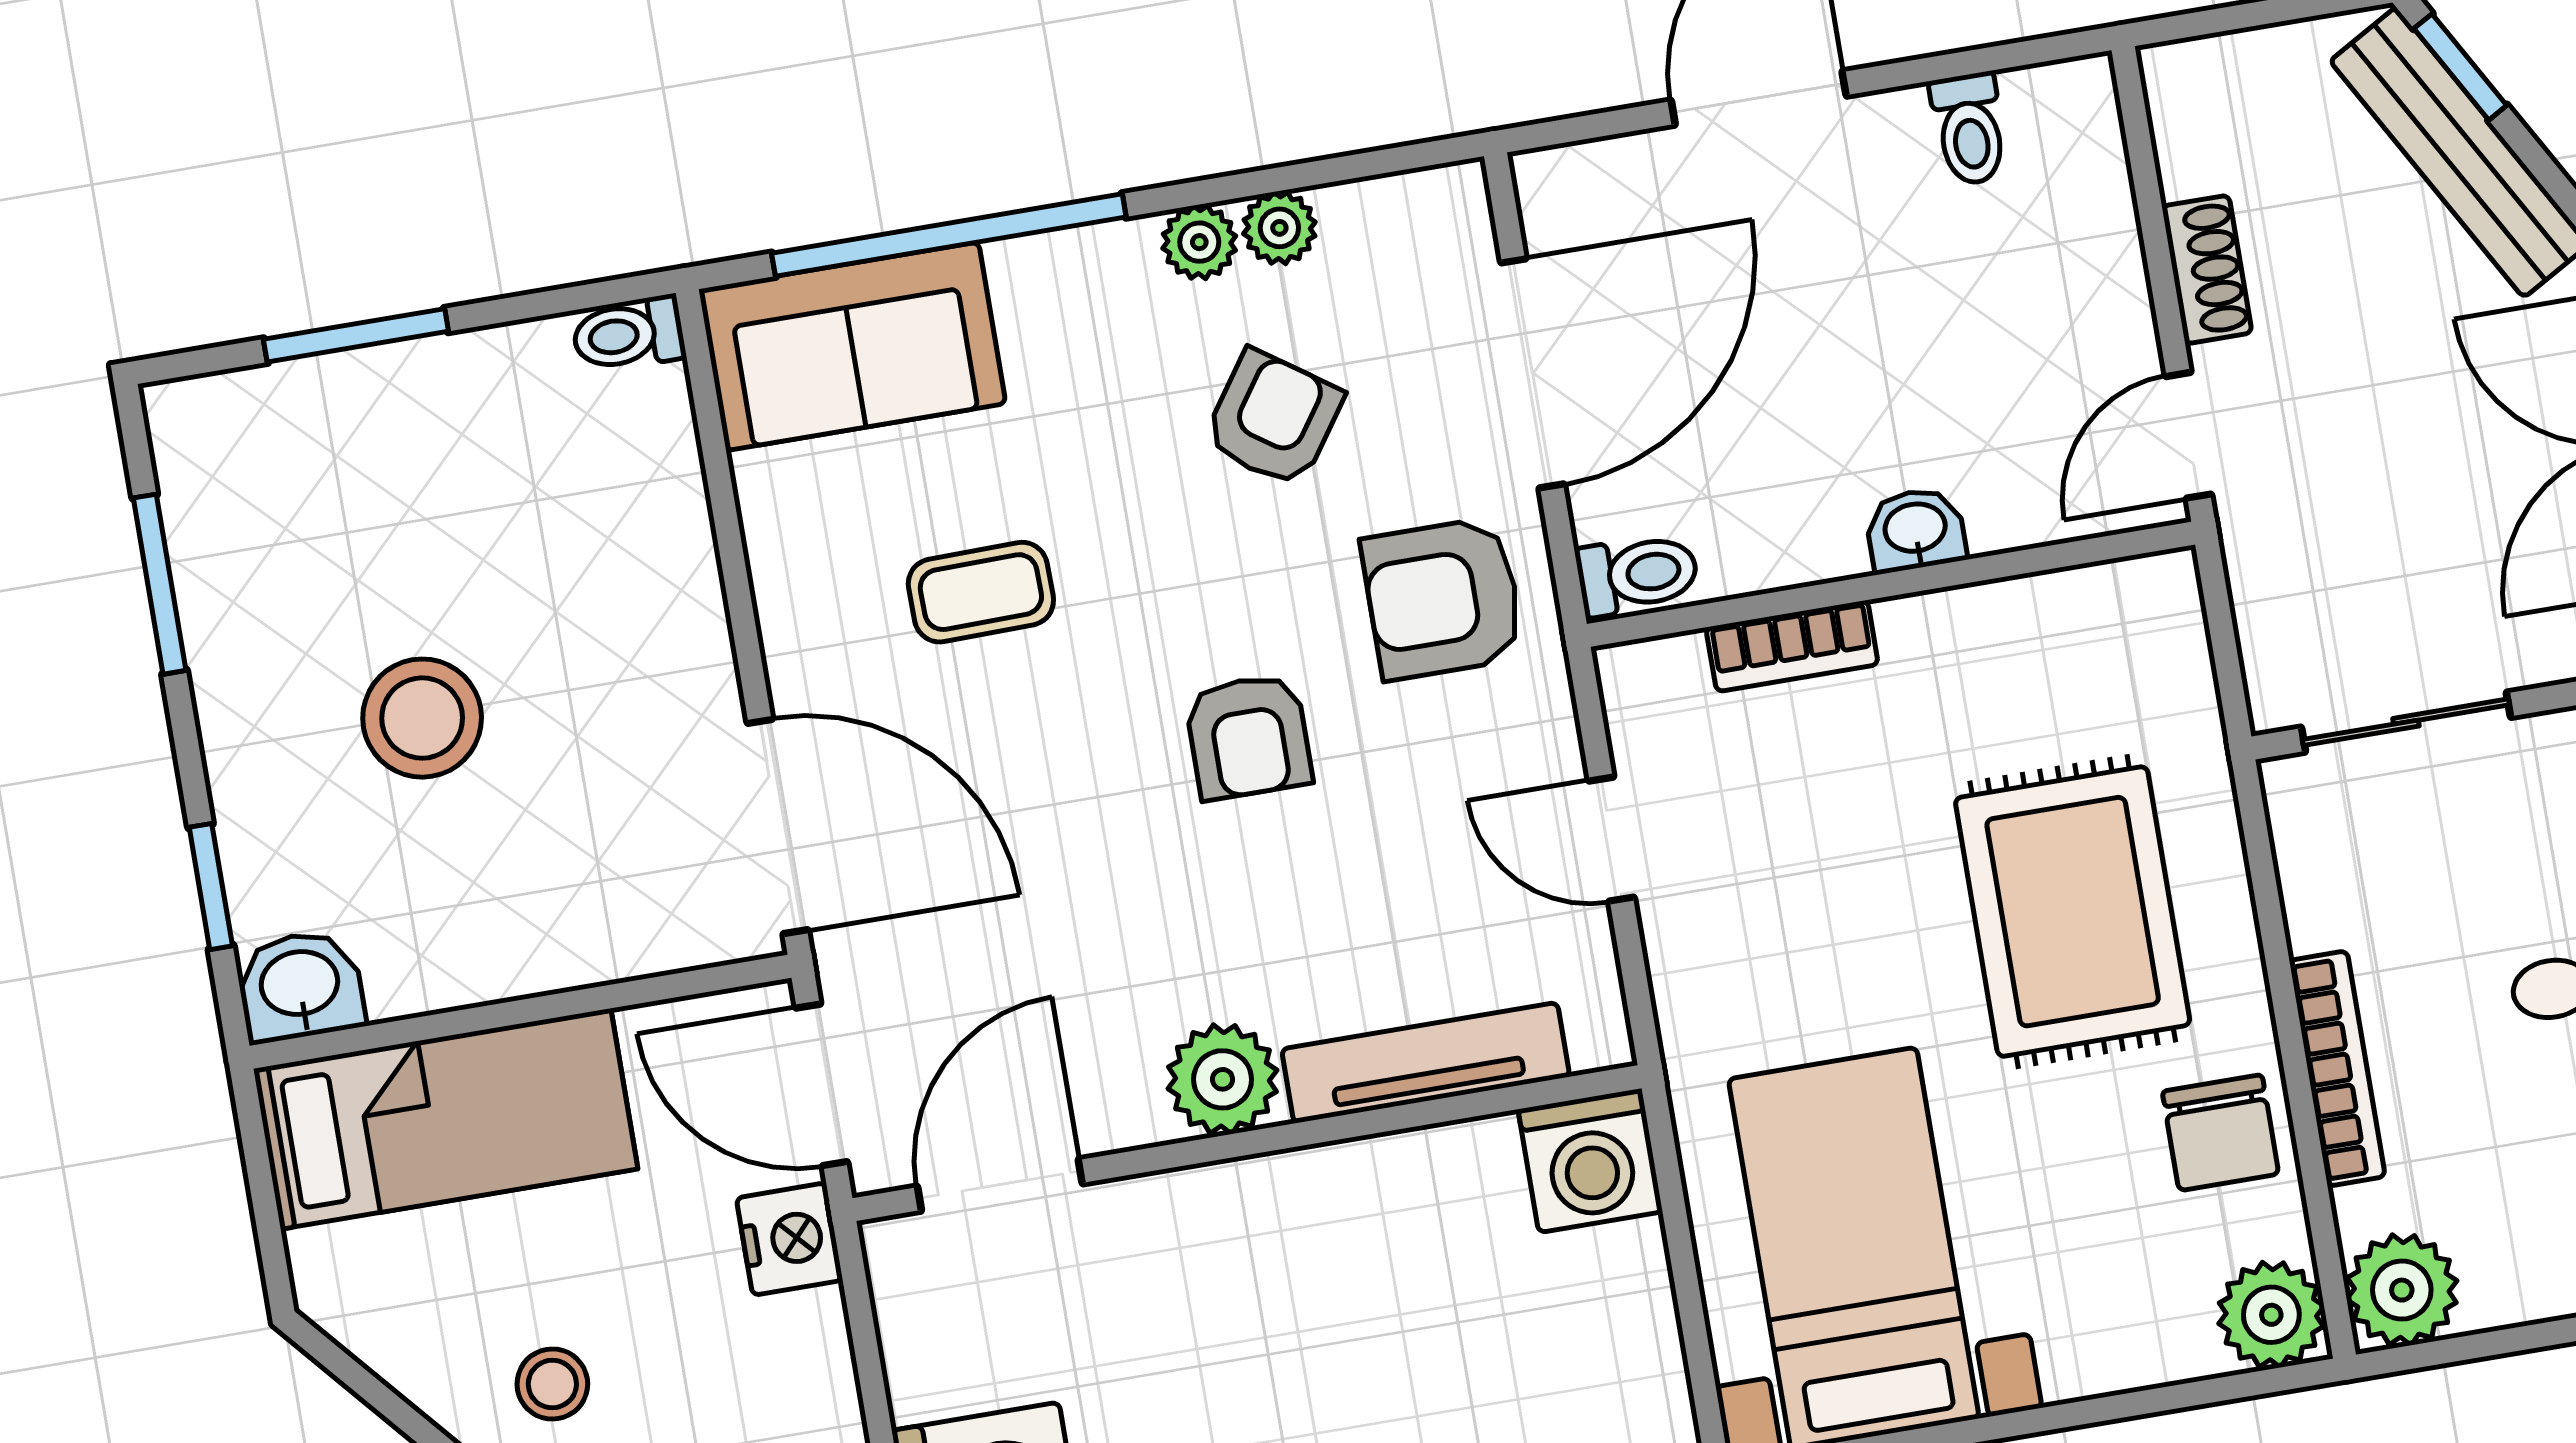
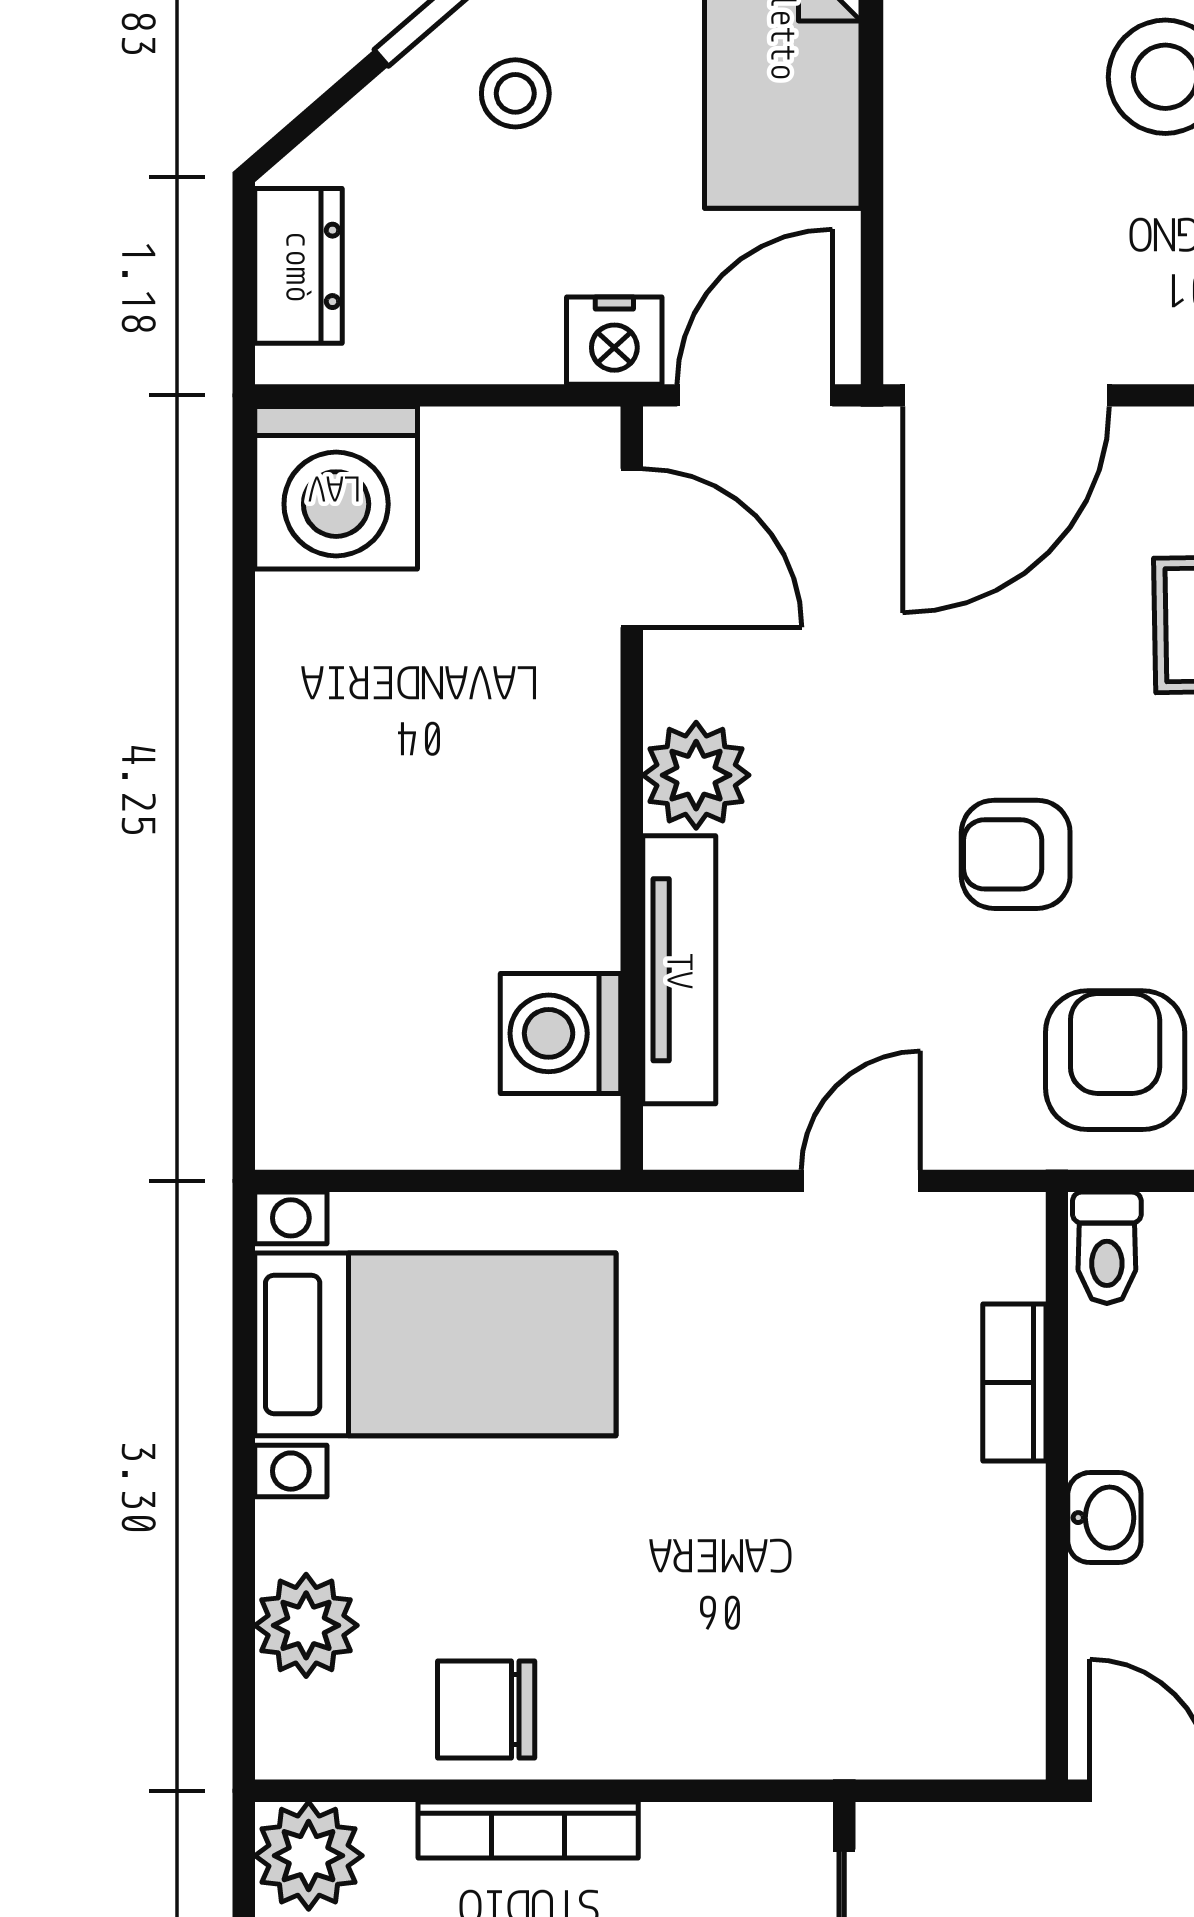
rug: (2073, 912) -> (719, 1605), removed
washing machine: (1590, 1161) -> (561, 1033), moved
plant: (2271, 1315) -> (306, 1625), moved

